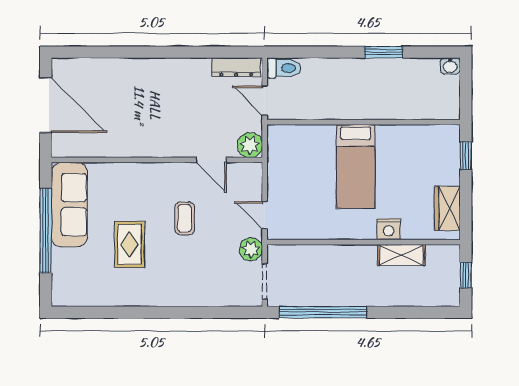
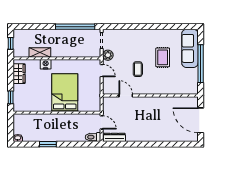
plant: (250, 145) -> (108, 102), removed
bed: (356, 166) -> (65, 93), width x1.50
sofa: (69, 205) -> (190, 48), moved

